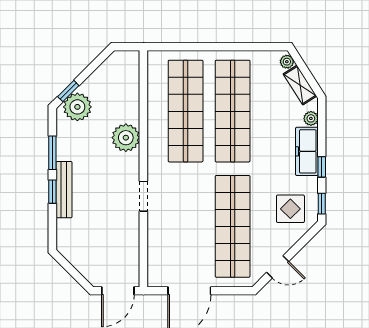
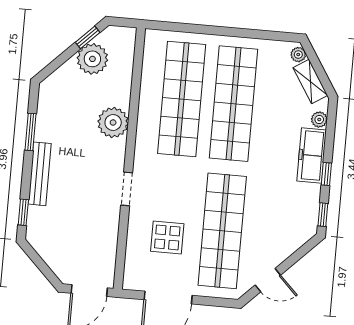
window: (68, 91) -> (88, 37), moved
plant: (77, 107) -> (92, 59), moved
window: (52, 192) -> (23, 212), moved
display table: (290, 209) -> (167, 237), moved

